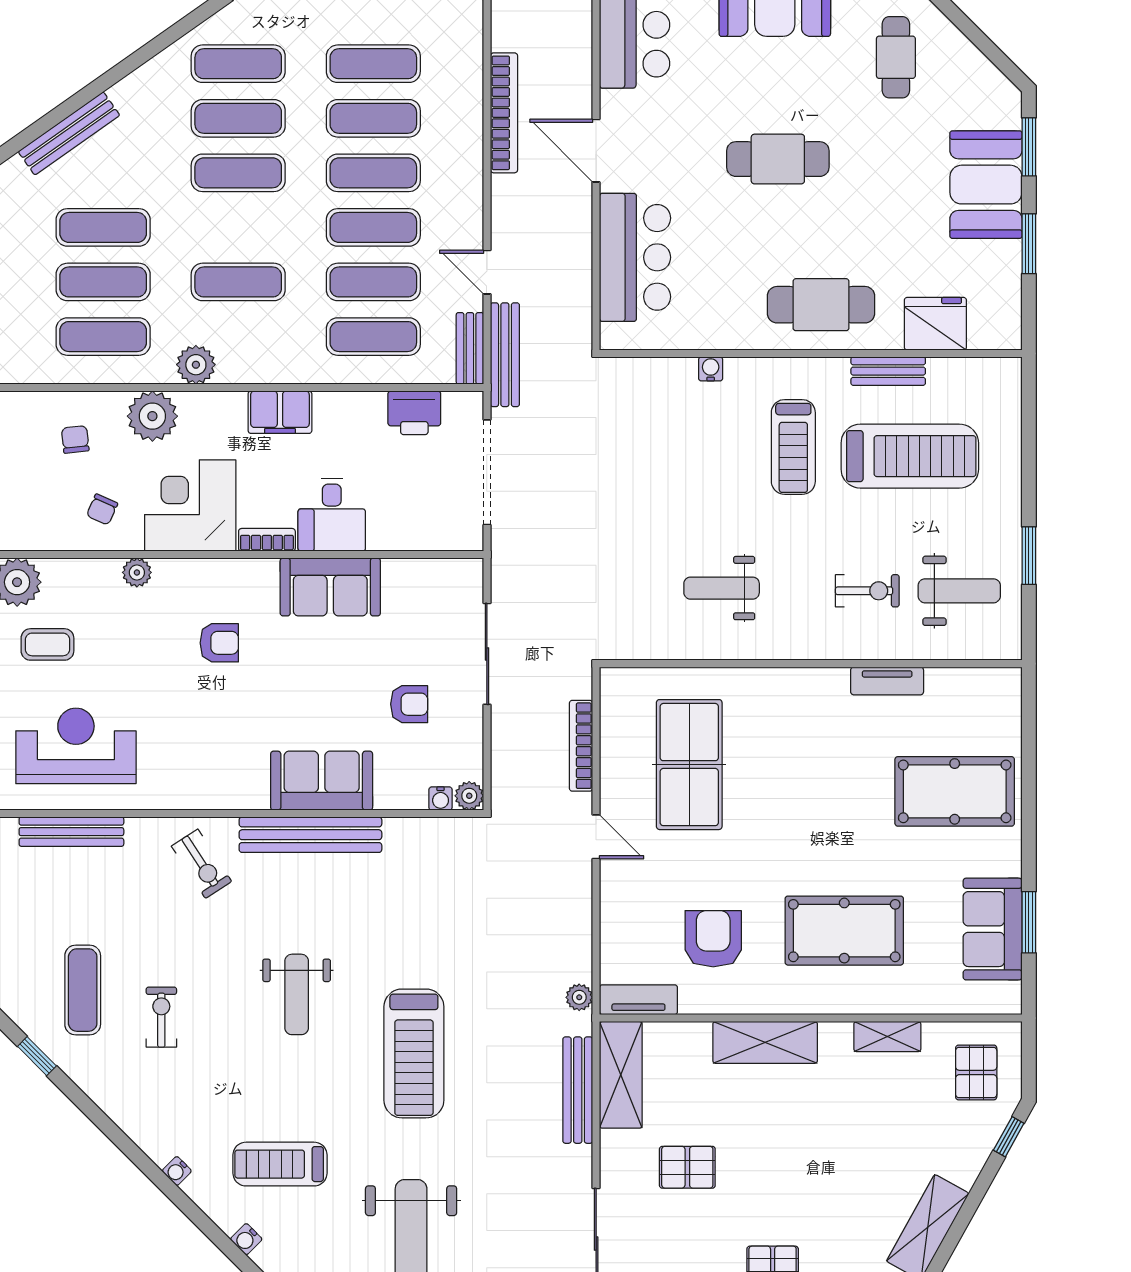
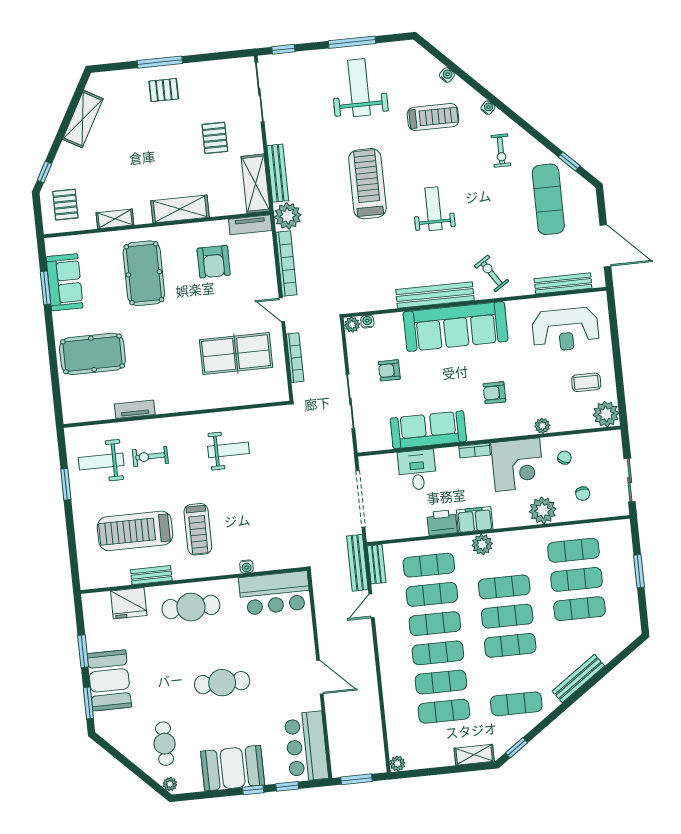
bookcase: (504, 113) -> (286, 264), moved, turned 180
exercise mat: (238, 118) -> (507, 616), moved
bench: (69, 133) -> (578, 679), moved
bar counter: (635, 257) -> (275, 593), moved, turned -90
door: (487, 272) -> (372, 606), swing flipped
plant: (196, 365) -> (482, 544), moved
printer: (414, 413) -> (442, 523), moved
treadmill: (793, 447) -> (198, 529), turned 180
desk: (332, 515) -> (417, 470), moved
sofa: (330, 587) -> (428, 430), width x1.36
table tennis table: (689, 765) -> (236, 354), turned 90
sofa: (322, 781) -> (456, 326), width x1.85, depth x1.27
pool table: (844, 931) -> (144, 273), turned 90
exercise mat: (83, 990) -> (548, 199), width x1.36, depth x1.45
plant: (579, 997) -> (288, 216), width x1.87, depth x1.87
exercise bike: (161, 1017) -> (501, 151), moved
pallet: (687, 1167) -> (215, 138), turned 90

